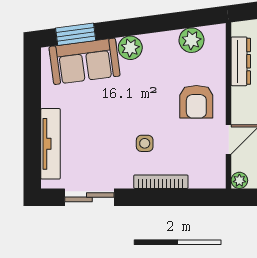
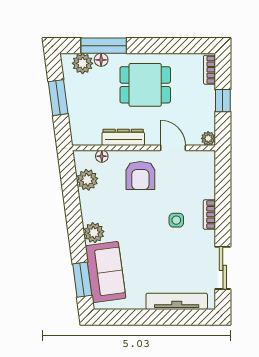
floor lamp: (219, 57) -> (102, 156), added
dresser: (241, 61) -> (123, 137), moved
armchair: (196, 102) -> (140, 176), turned 90
bookcase: (161, 182) -> (209, 215), width x0.64

